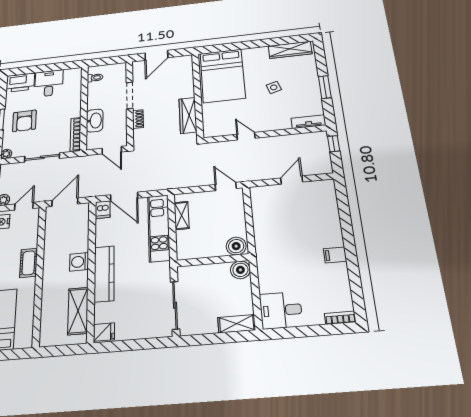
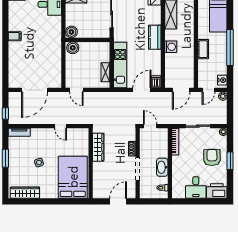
washbasin: (95, 121) -> (162, 167), moved
door: (292, 180) -> (35, 90), width x1.88
door: (124, 196) -> (142, 90), hinge flipped
kitchen counter: (104, 274) -> (155, 37), width x0.67

